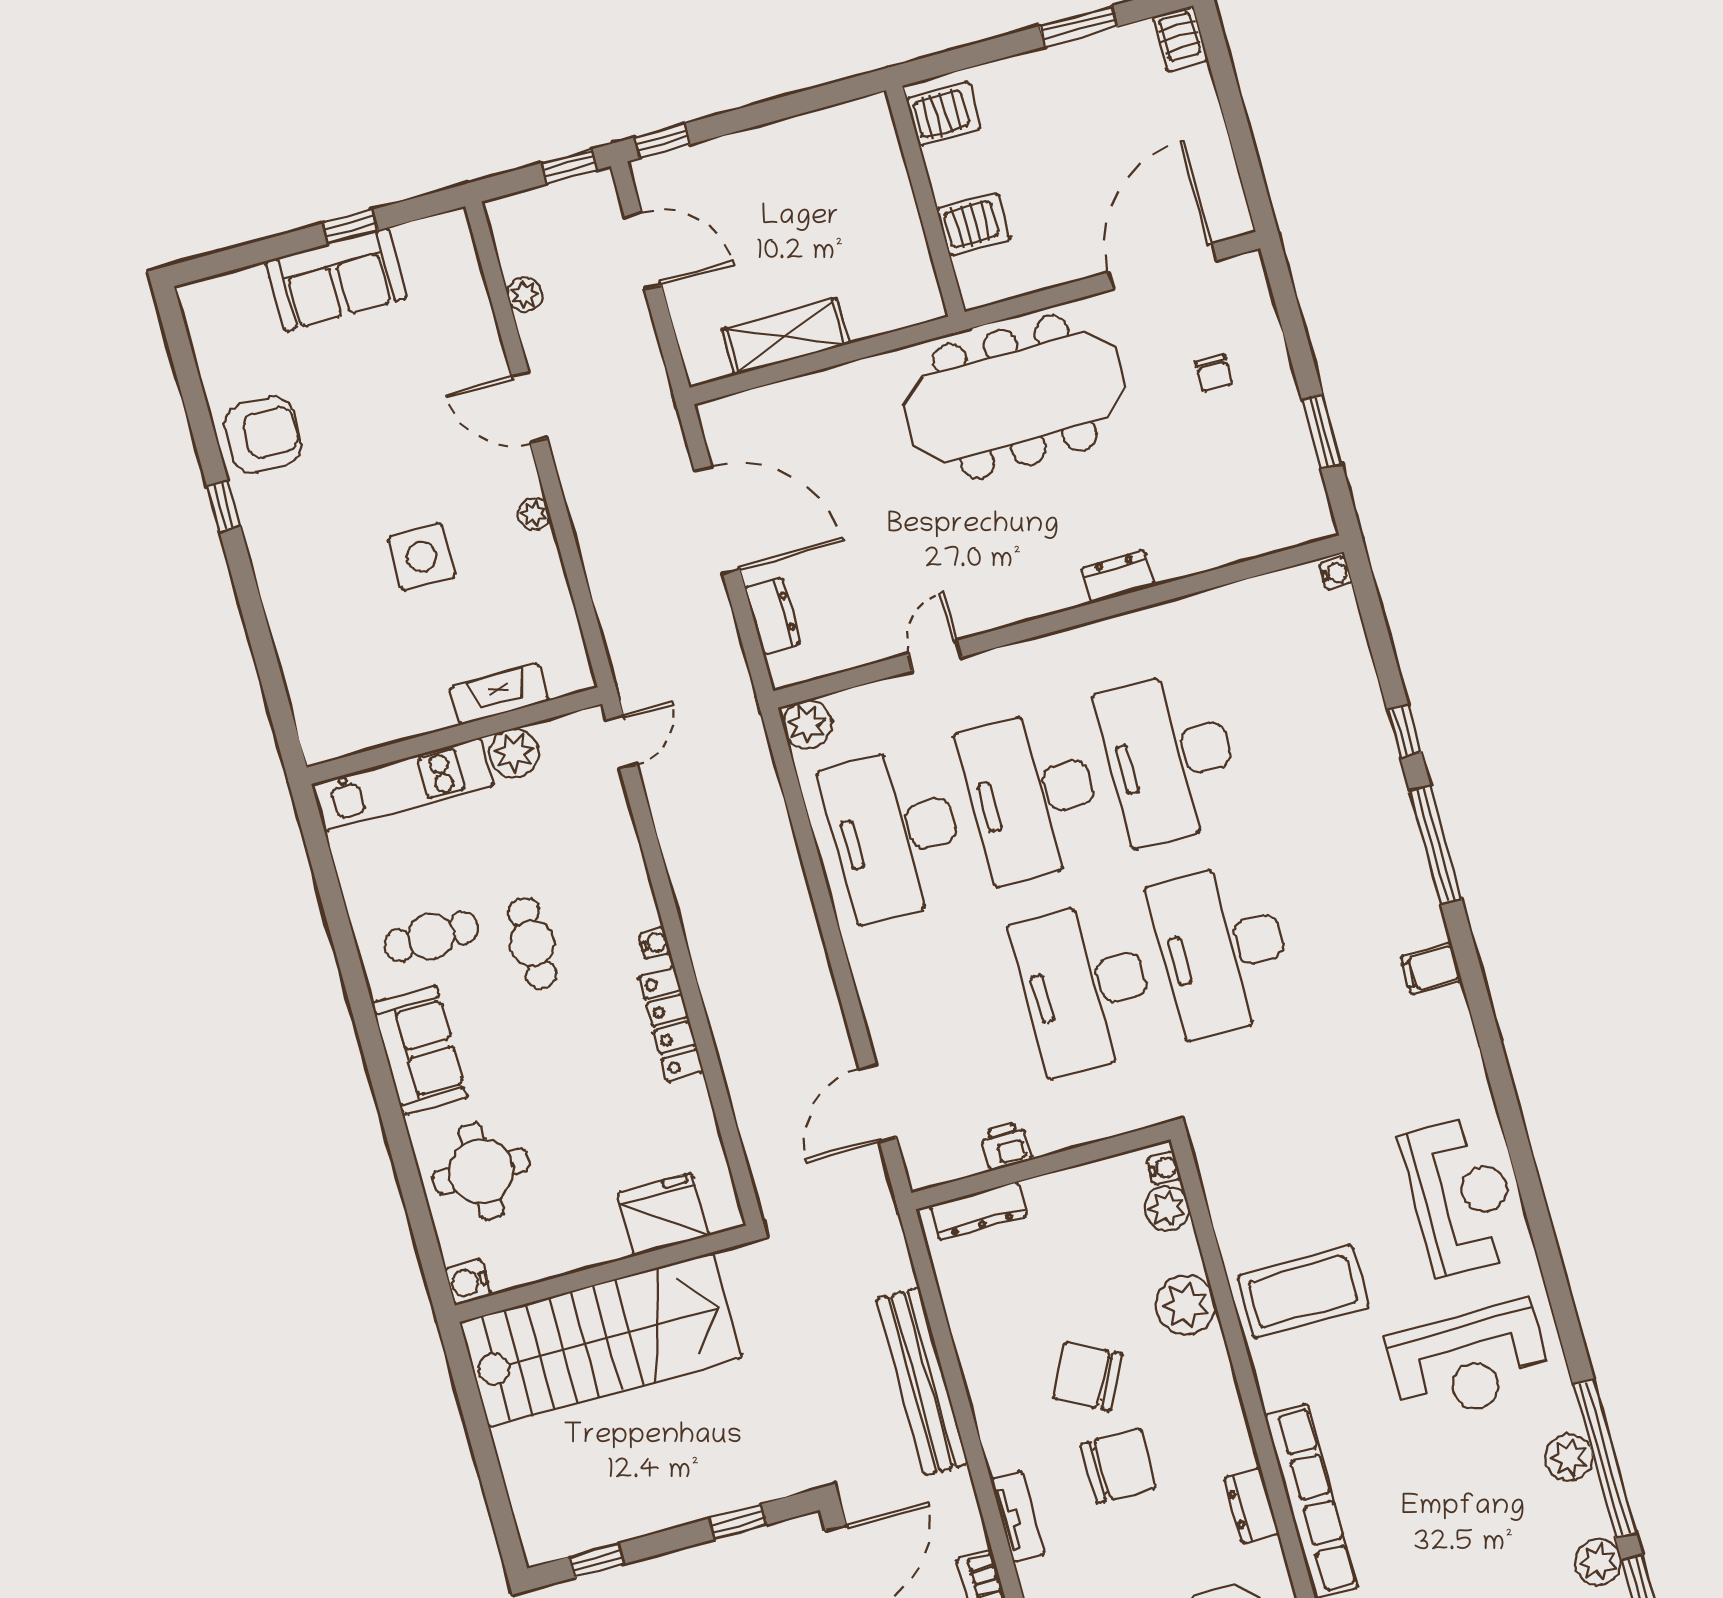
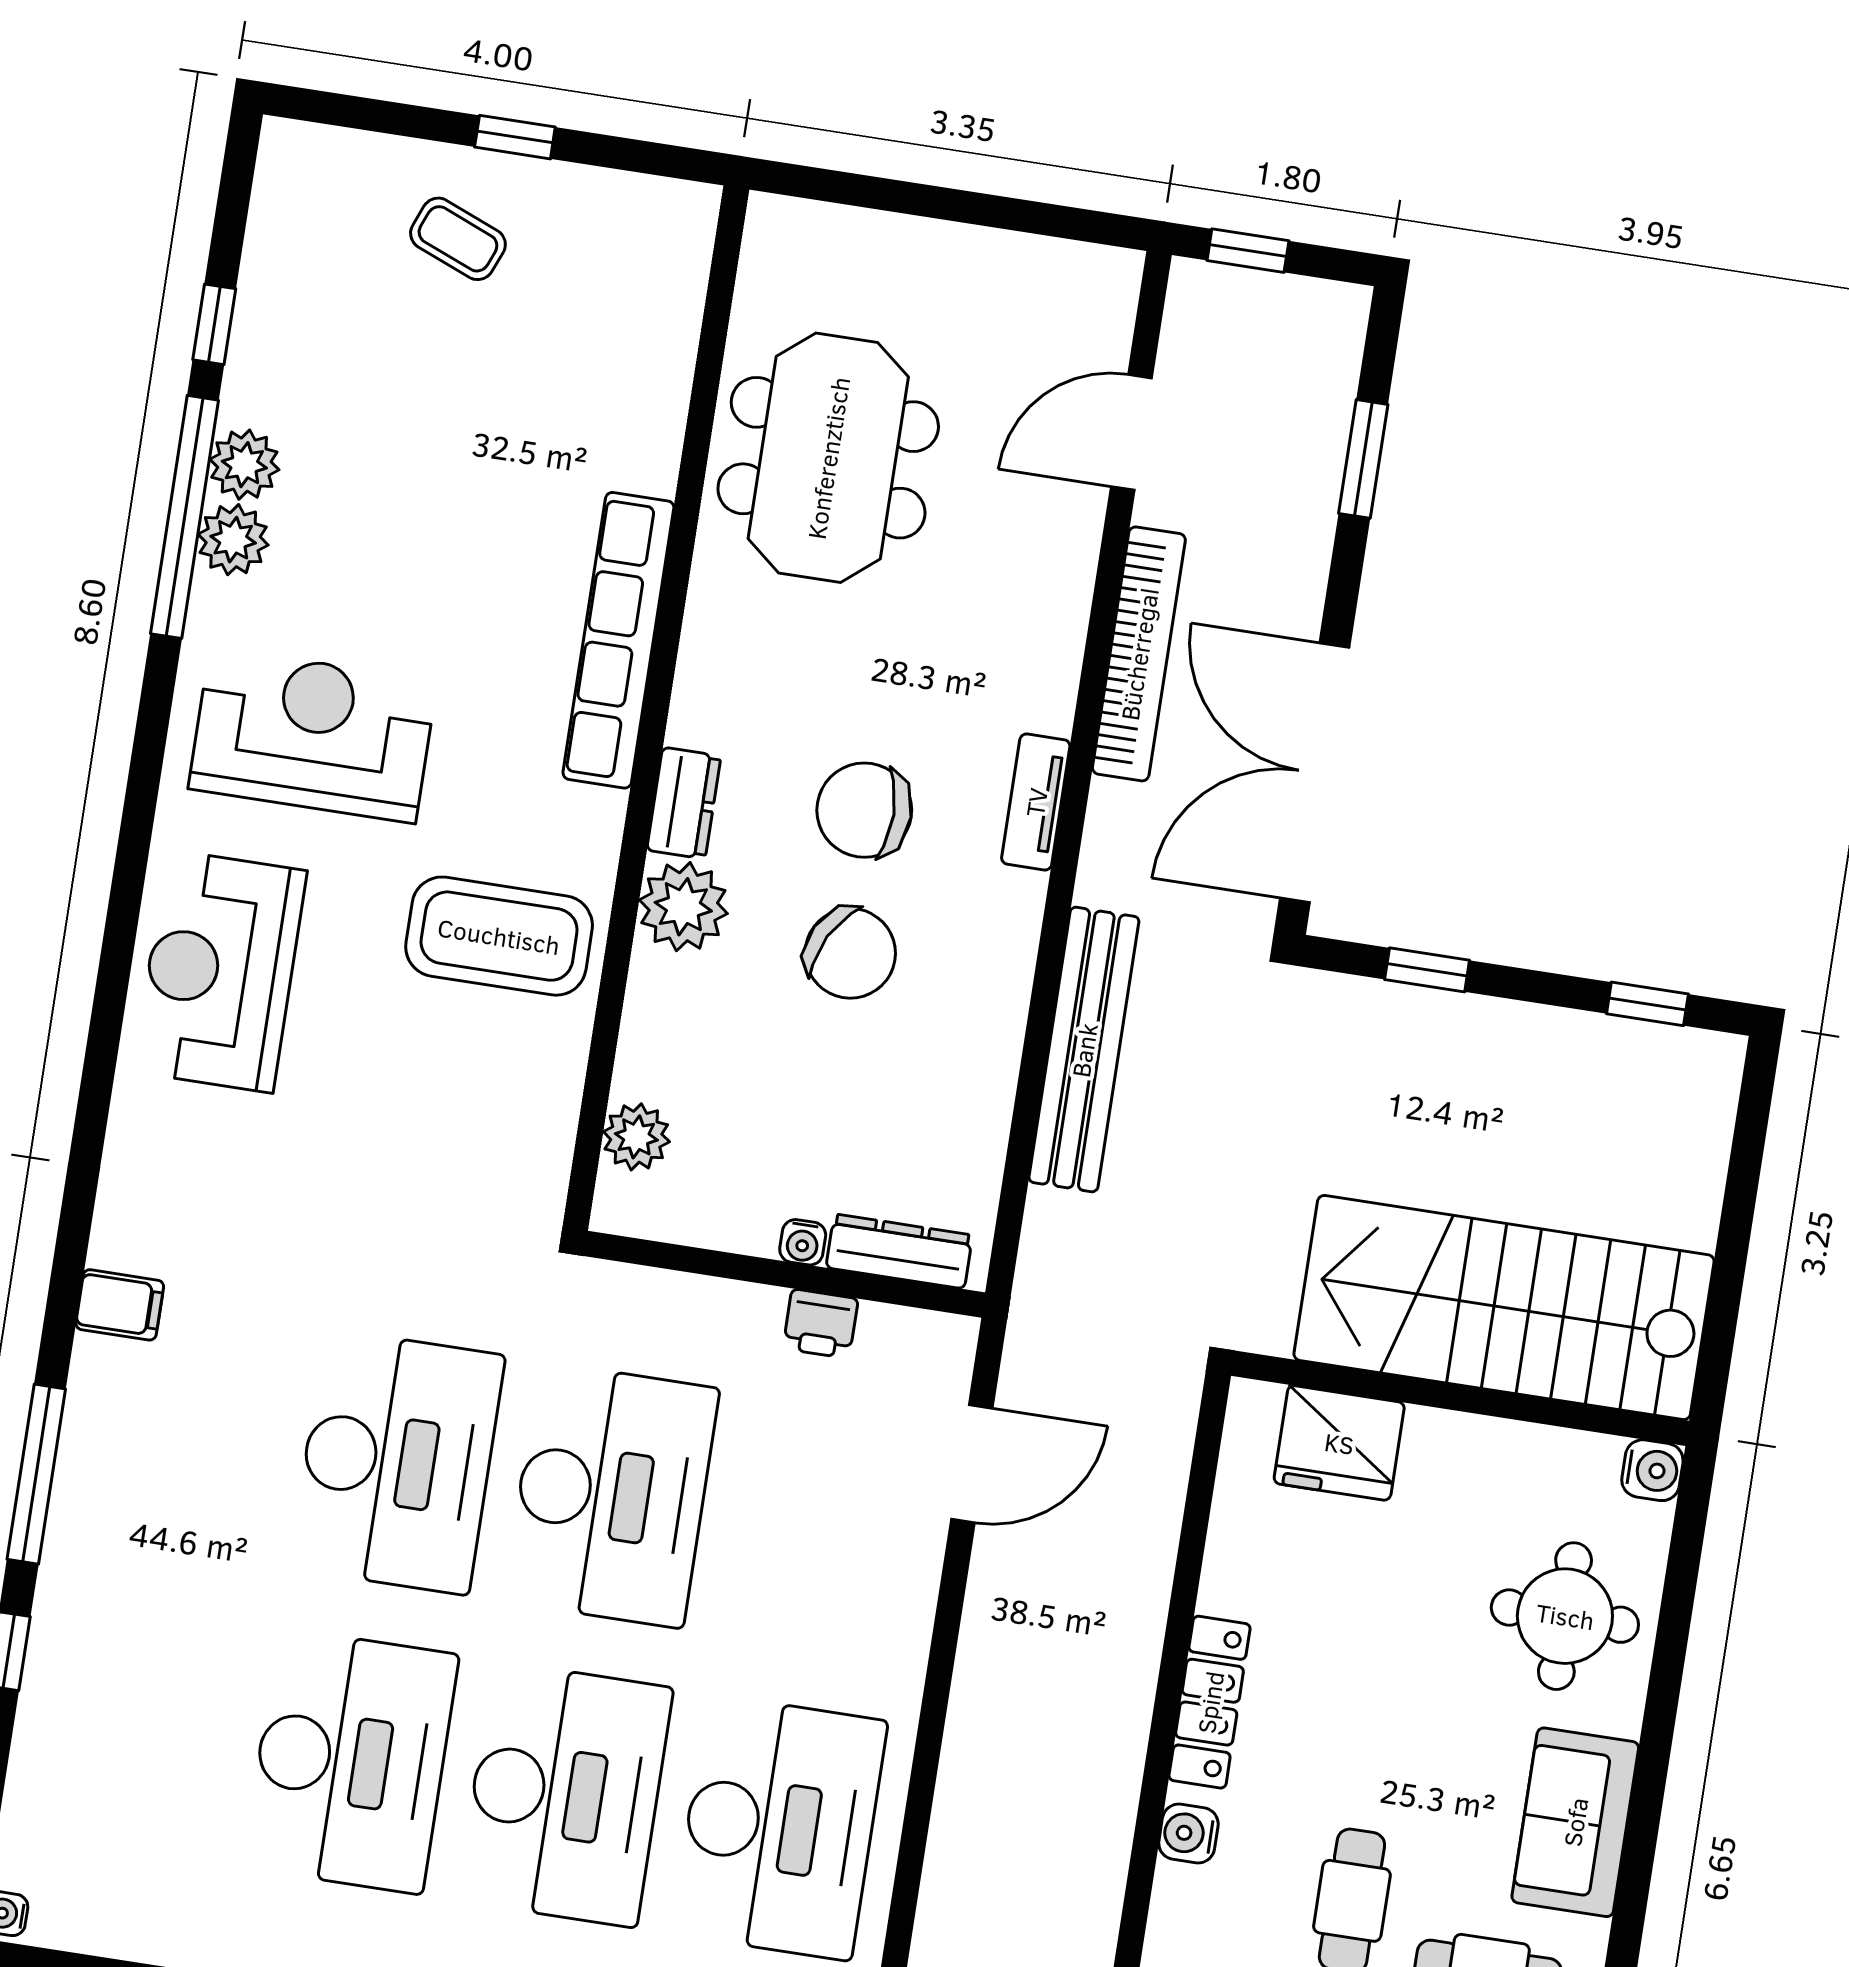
water cooler: (655, 943) -> (1188, 1834), width x1.38, depth x1.38
water cooler: (1164, 1168) -> (803, 1242), moved, turned -90
plant: (1186, 1305) -> (683, 907), moved
dresser: (1251, 1505) -> (684, 803), moved
plant: (1598, 1562) -> (244, 465), moved

